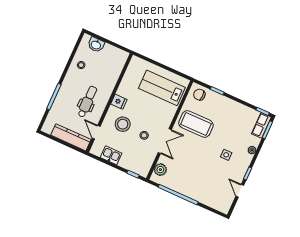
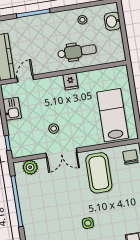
dental chair: (87, 102) -> (77, 52), moved
stool: (123, 124) -> (51, 100), removed

